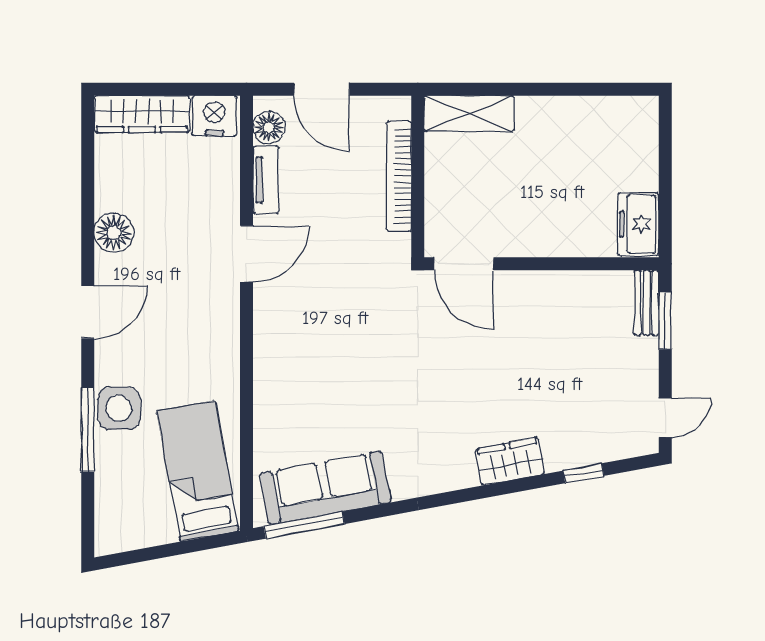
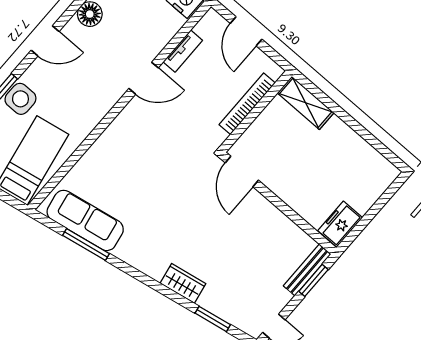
floor lamp: (269, 127) -> (206, 28), removed
bench: (646, 303) -> (307, 270), width x1.36
window: (583, 473) -> (213, 319), width x1.50
window: (304, 525) -> (86, 245), moved

